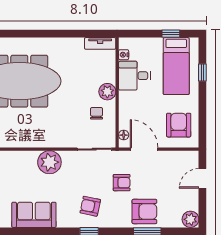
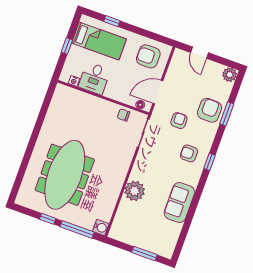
window: (171, 34) -> (67, 46), moved
tv unit: (100, 43) -> (58, 97), removed
plant: (107, 92) -> (100, 105), removed
chair: (97, 113) -> (124, 115), moved
plant: (49, 162) -> (135, 191), moved
armchair: (90, 206) -> (189, 153), turned 78

